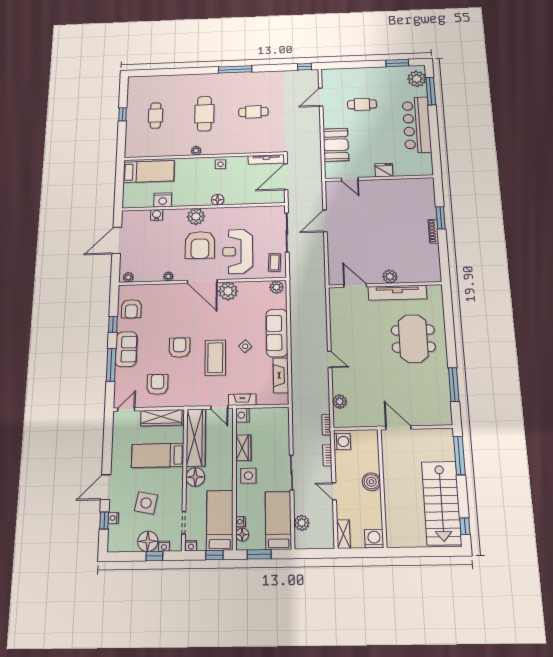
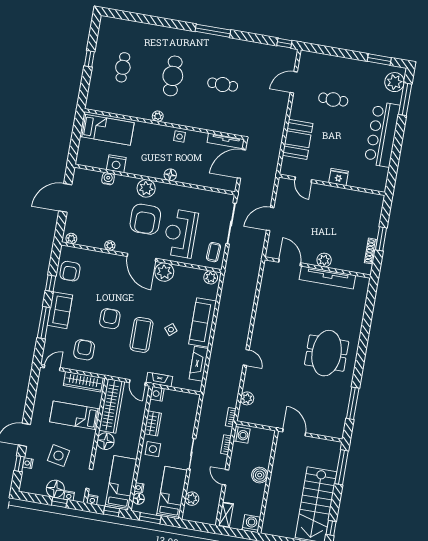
plant: (390, 277) -> (324, 260), moved
wall: (385, 285) -> (318, 267), moved
door: (355, 286) -> (290, 263), moved
tv unit: (397, 293) -> (327, 277), moved

